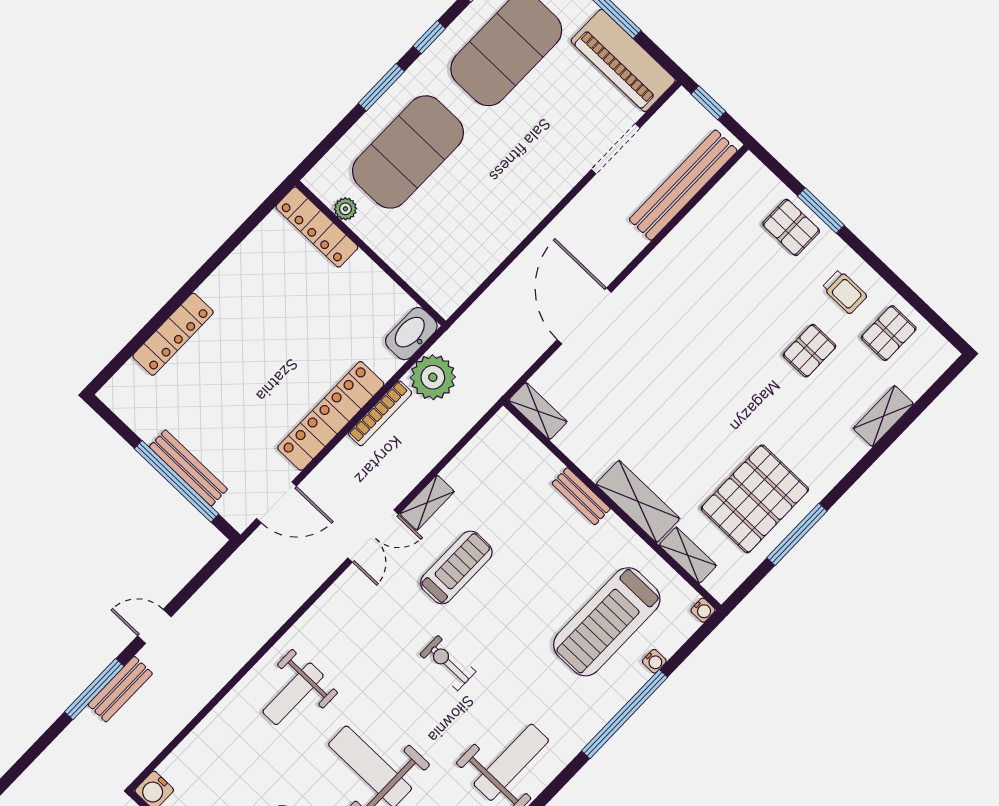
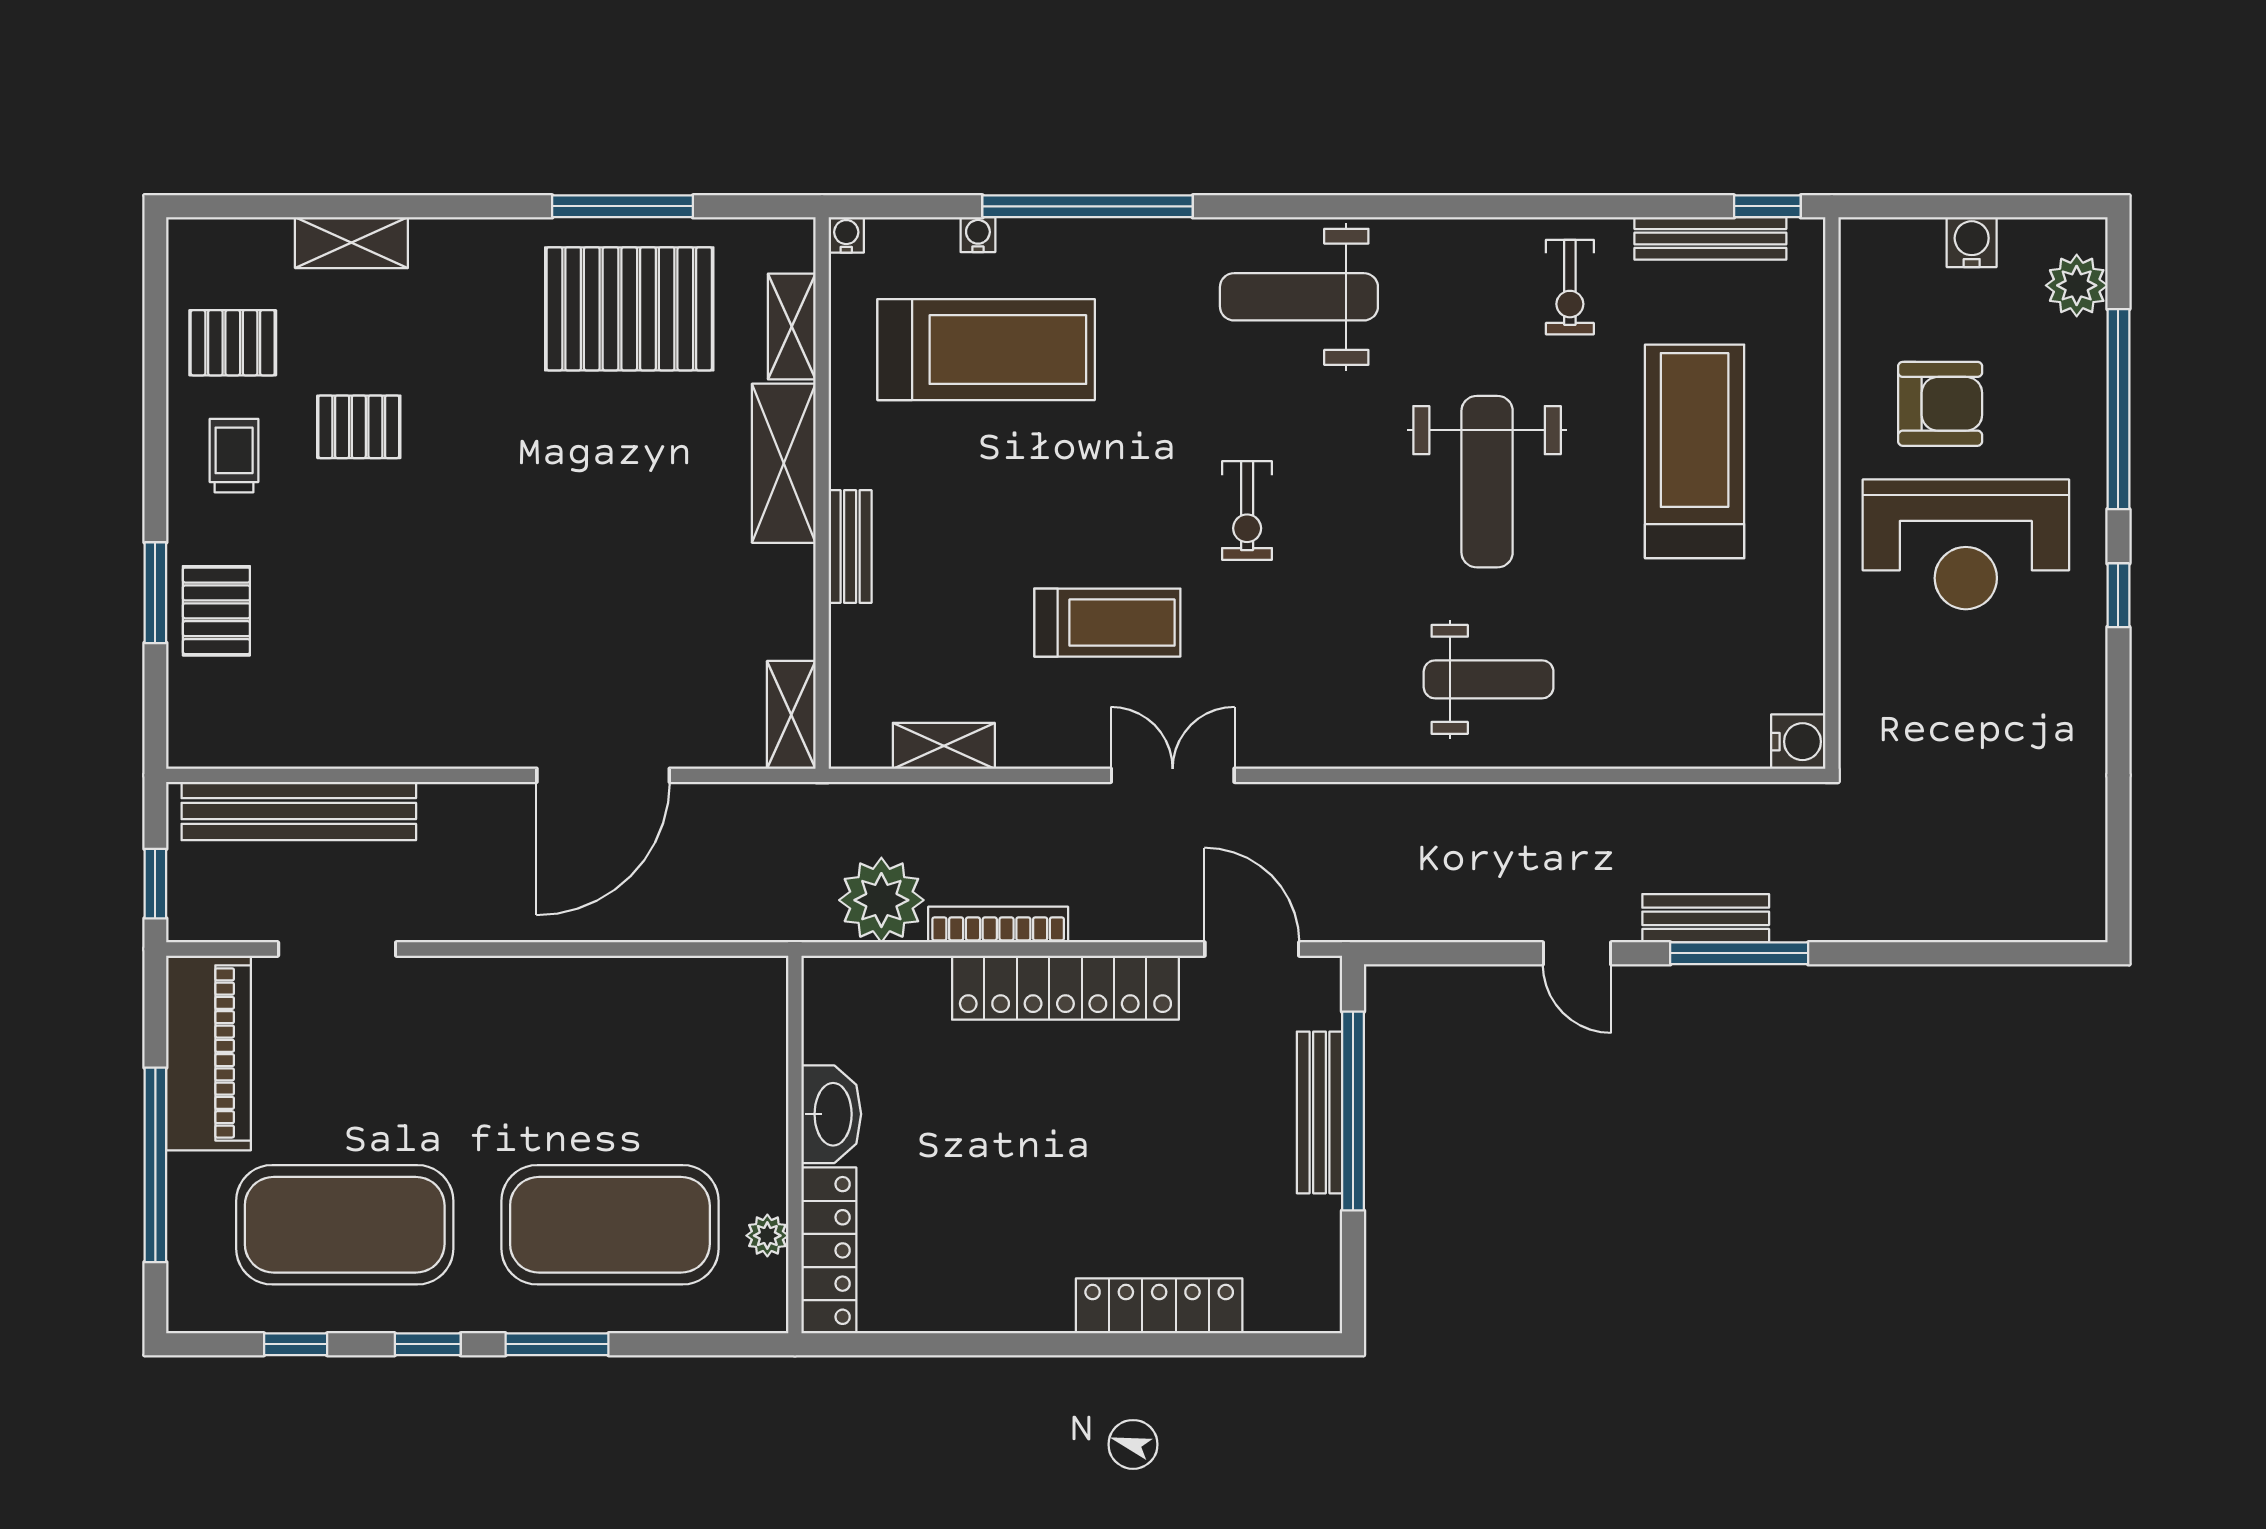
washbasin: (411, 334) -> (831, 1114), moved, turned -90
shelving: (427, 503) -> (944, 746), moved
treadmill: (456, 567) -> (1107, 623), turned 180

